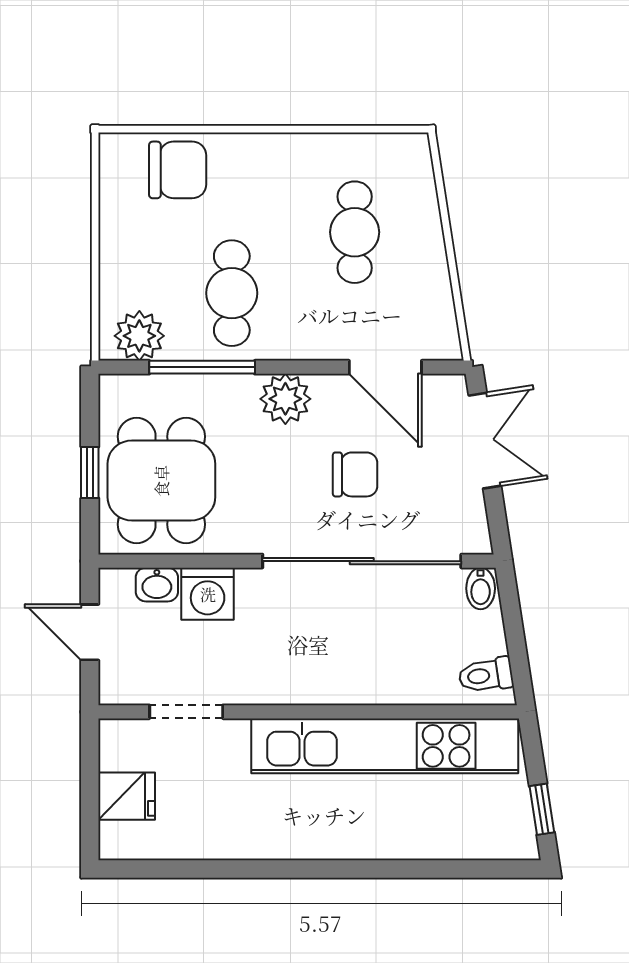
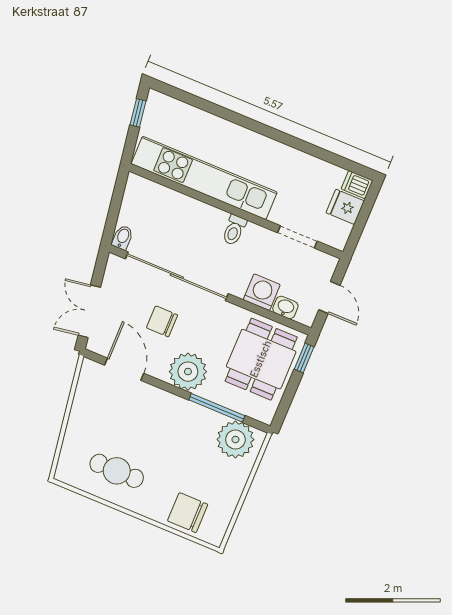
cafe table: (355, 232) -> (117, 471), moved, turned 90
cafe table: (232, 293) -> (186, 439), removed
plant: (139, 336) -> (235, 440), width x1.36, depth x1.36
plant: (285, 399) -> (188, 372), width x1.36, depth x1.36
window: (90, 473) -> (304, 358), moved
toilet: (486, 675) -> (234, 230), moved, turned 99
dishwasher: (122, 842) -> (357, 185), added

